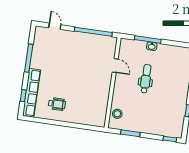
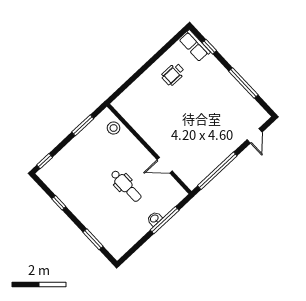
door: (55, 26) -> (255, 136), hinge flipped
row of seats: (32, 93) -> (195, 46), width x0.50

